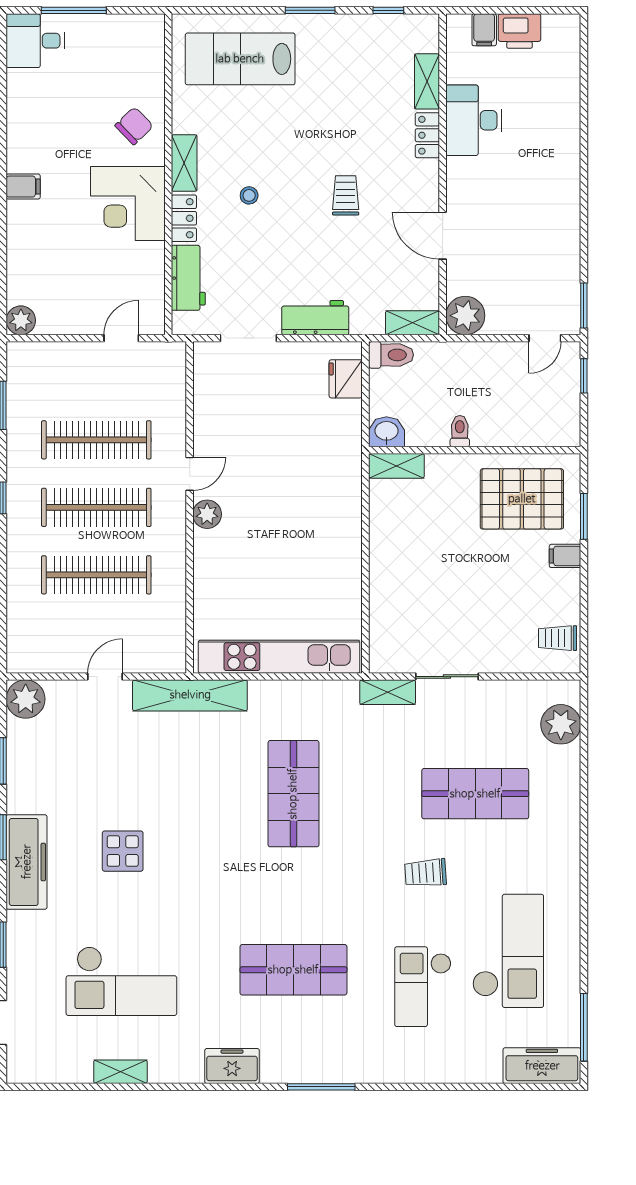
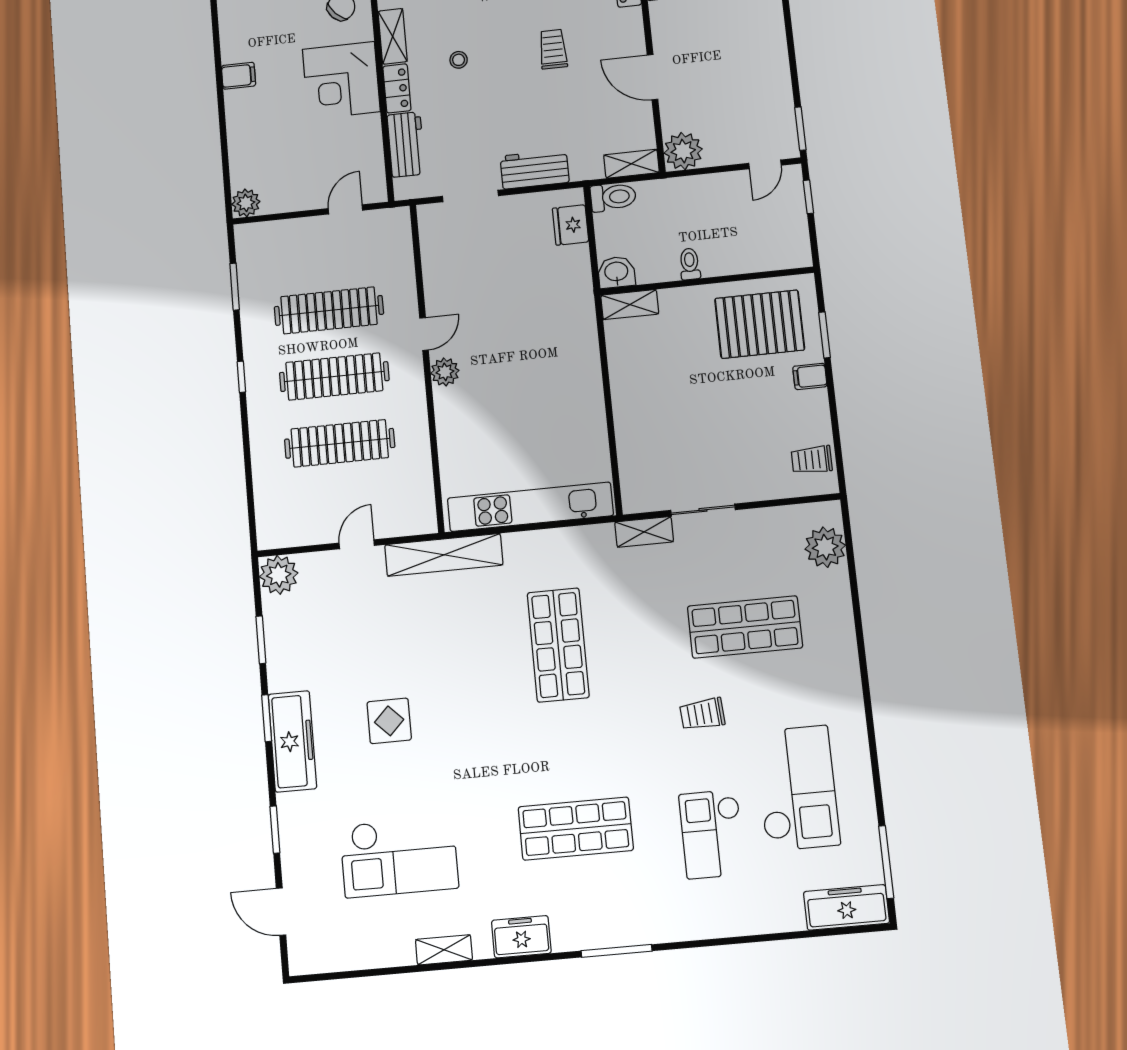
shelving: (120, 1072) -> (444, 950), moved

